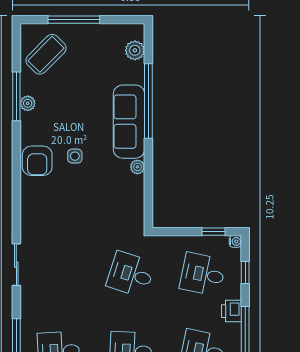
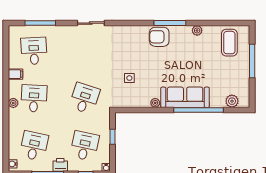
coffee table: (46, 54) -> (229, 43), turned 45
window: (16, 96) -> (170, 23), moved
side table: (75, 156) -> (129, 78), moved
window: (213, 232) -> (113, 137), moved

